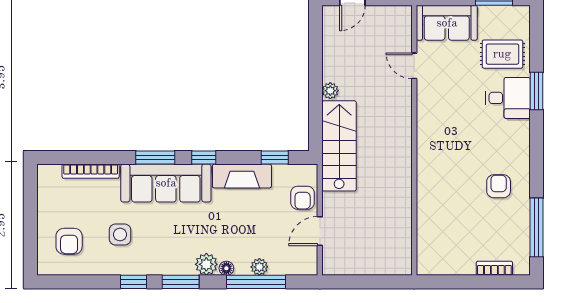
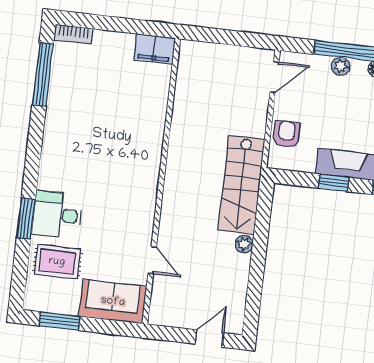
window: (275, 158) -> (334, 183), moved
armchair: (499, 186) -> (78, 122), removed
door: (320, 231) -> (275, 77), moved
filing cabinet: (435, 263) -> (155, 49), added
bookcase: (494, 268) -> (74, 34), moved

